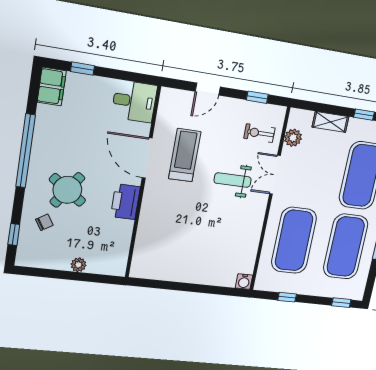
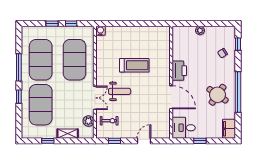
window: (82, 69) -> (200, 141), moved
treadmill: (185, 155) -> (134, 65), moved, turned -90
round table: (67, 190) -> (218, 95), moved
window: (341, 303) -> (52, 24), moved

